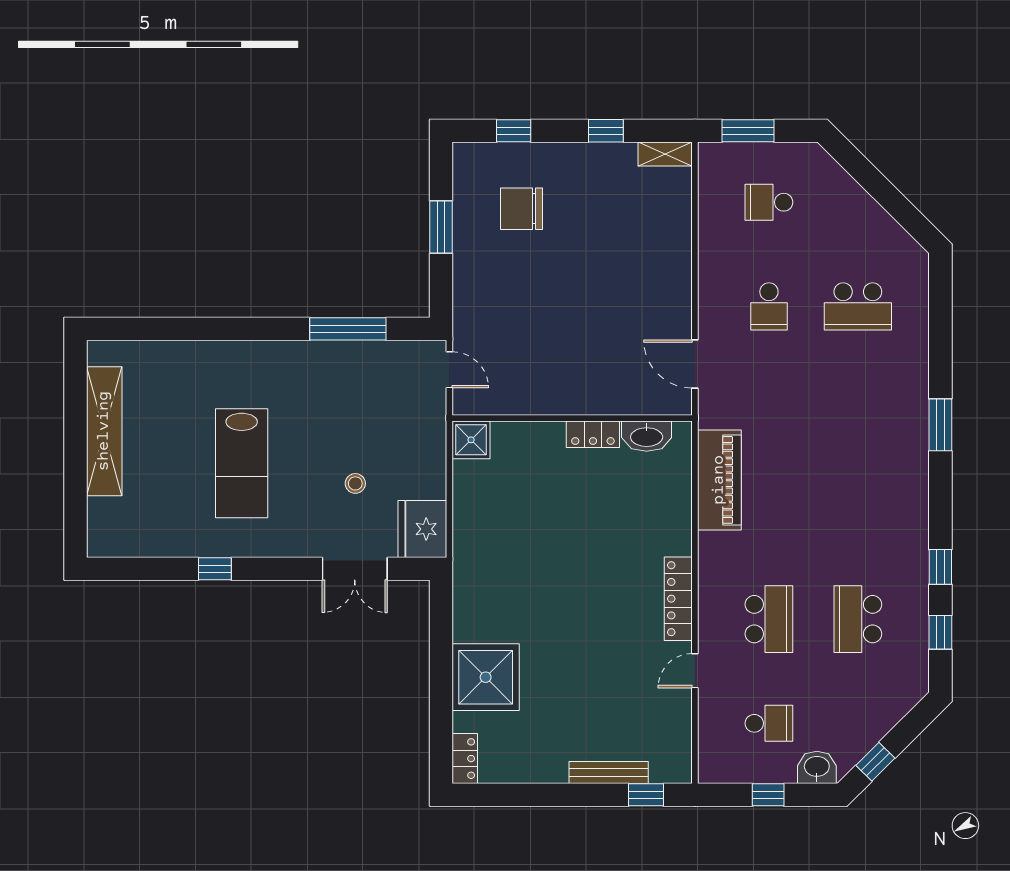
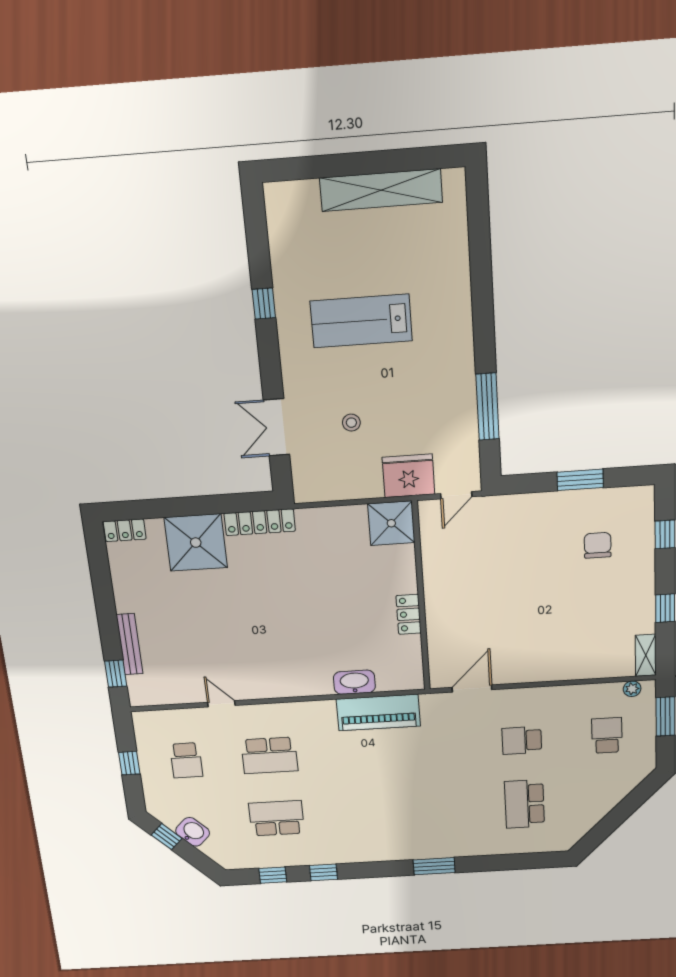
plant: (708, 171) -> (632, 689), added
chair: (522, 209) -> (598, 545), width x0.73, depth x0.73
washbasin: (647, 436) -> (354, 682), moved, turned 90
shower: (471, 440) -> (391, 523), width x1.36, depth x1.36
fridge: (422, 529) -> (408, 476), moved
locker: (678, 599) -> (260, 522), moved, turned 180
washbasin: (817, 767) -> (193, 832), moved, turned -45

